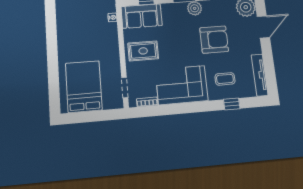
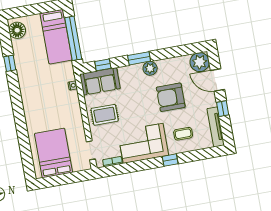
door: (263, 27) -> (218, 80), swing flipped
armchair: (214, 40) -> (171, 97), turned 180
window: (268, 57) -> (223, 109), added
window: (232, 104) -> (170, 160), moved

